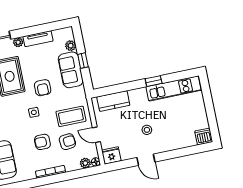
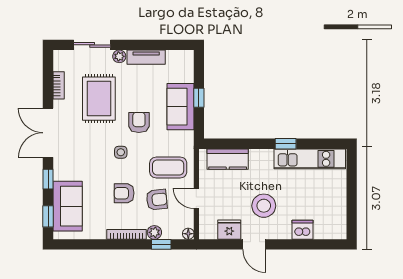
plant: (71, 46) -> (187, 75), removed
armchair: (43, 88) -> (139, 122), turned 180
stool: (147, 130) -> (264, 206), width x1.89, depth x1.89
dishwasher: (204, 136) -> (303, 230), moved
fridge: (111, 156) -> (229, 230), moved
plant: (85, 163) -> (154, 232), moved
window: (78, 174) -> (161, 244), added

